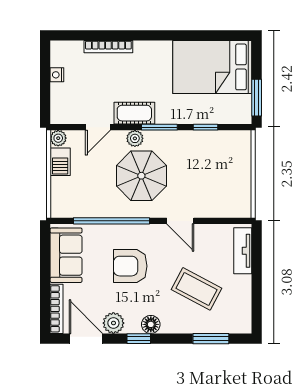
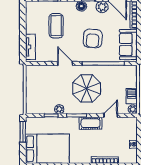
plant: (135, 138) -> (59, 109), moved
armchair: (130, 266) -> (93, 38), turned 94
coffee table: (196, 289) -> (56, 26), turned 62

